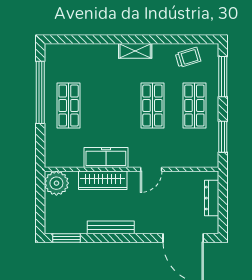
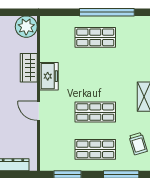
freezer: (106, 158) -> (49, 76), width x0.71
wardrobe: (103, 180) -> (29, 68), width x0.67

